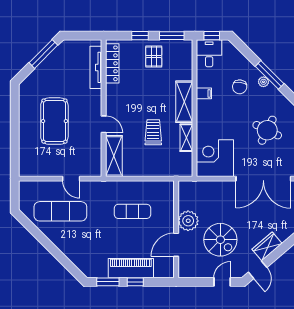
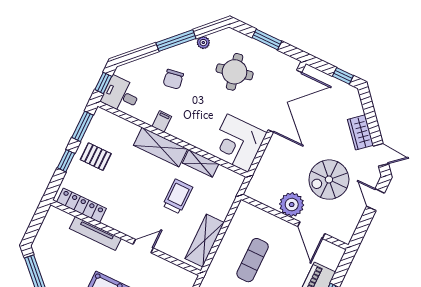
tv unit: (96, 67) -> (95, 233), moved
plant: (263, 82) -> (203, 43), moved
chair: (240, 87) -> (173, 79), turned 73
round table: (267, 130) -> (235, 72), turned -38
trolley: (153, 132) -> (178, 196), turned 90
shelving: (114, 156) -> (205, 241), moved, turned 90
spiral stairs: (220, 240) -> (329, 180), turned 180

